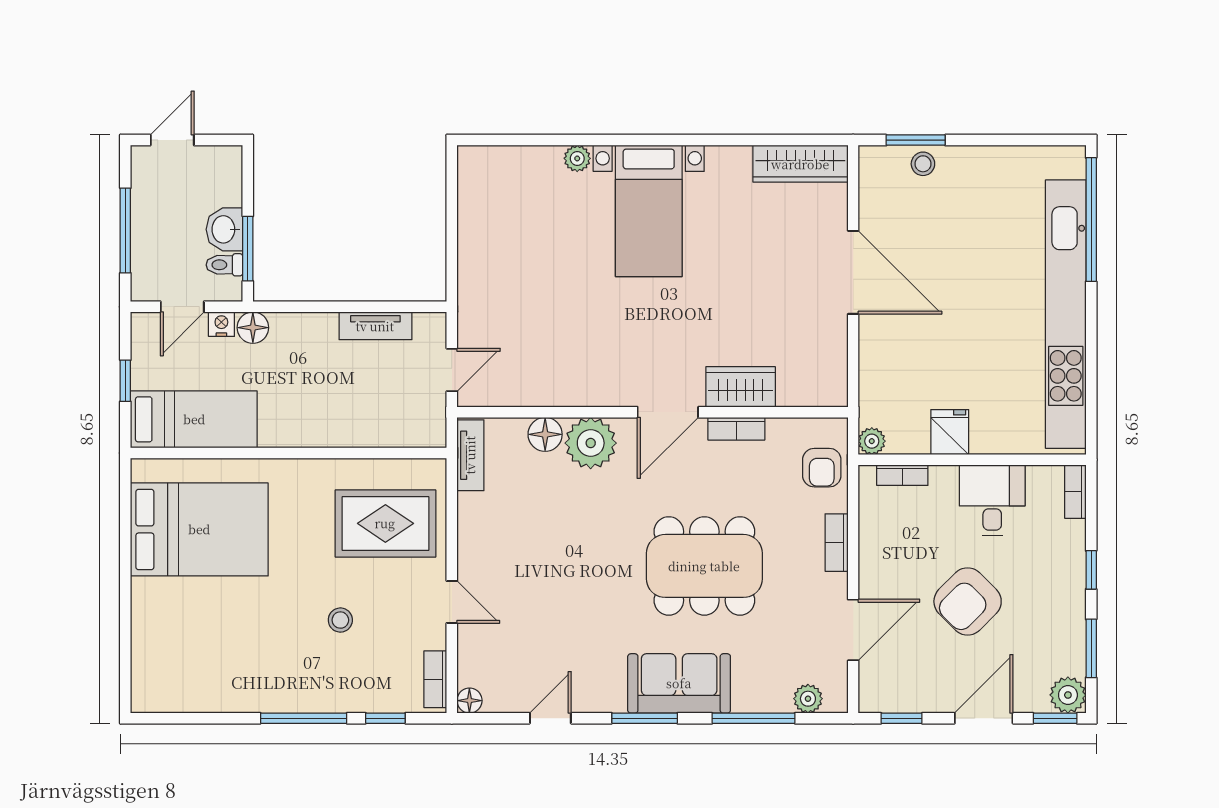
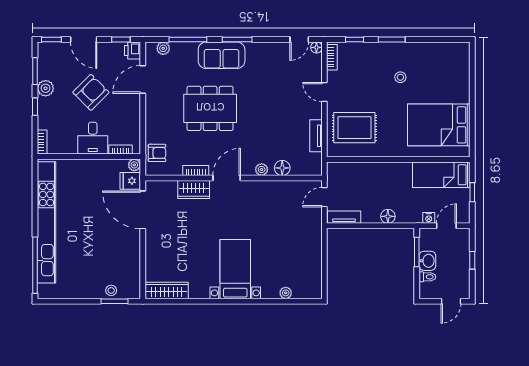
plant: (577, 158) -> (286, 293), moved
window: (125, 230) -> (472, 260), width x0.46
toilet: (224, 265) -> (427, 277), moved
door: (853, 272) -> (143, 210), moved
tv unit: (375, 326) -> (344, 217), moved
floor lamp: (253, 328) -> (388, 216), moved
fridge: (950, 432) -> (130, 181), moved, turned 90
plant: (591, 443) -> (262, 170), width x0.53, depth x0.53
tv unit: (470, 455) -> (316, 136), moved
armchair: (822, 468) -> (157, 153), turned 90
desk: (992, 500) -> (93, 138), moved
bookcase: (837, 543) -> (150, 119), removed
stool: (340, 620) -> (400, 77), moved
printer: (876, 694) -> (133, 50), added
plant: (1068, 695) -> (46, 88), moved
window: (304, 718) -> (392, 39), width x0.69
door: (550, 718) -> (299, 39), moved
door: (984, 718) -> (84, 39), hinge flipped

